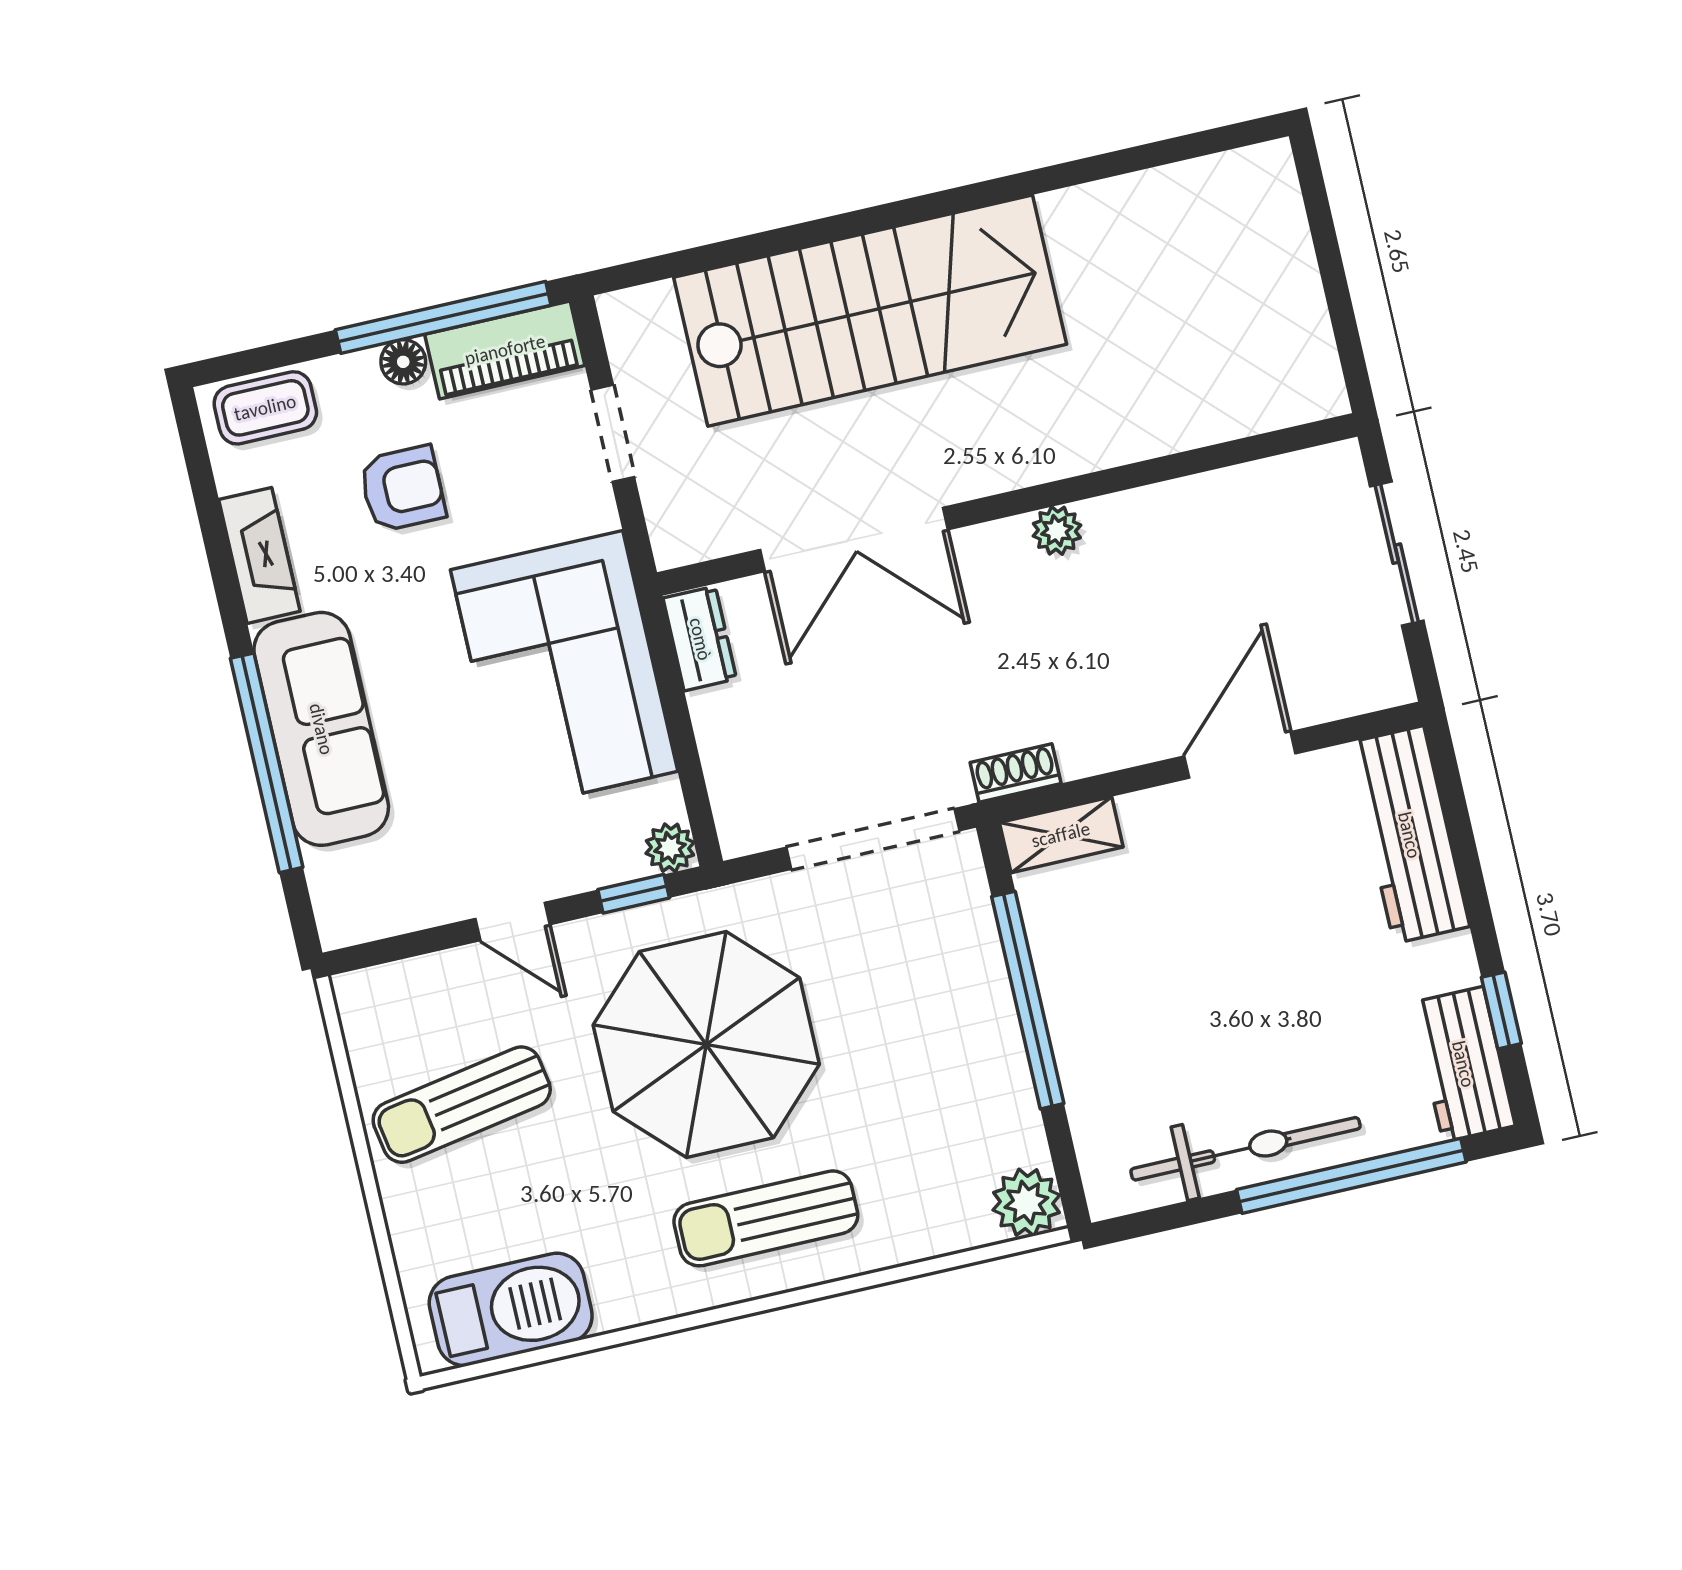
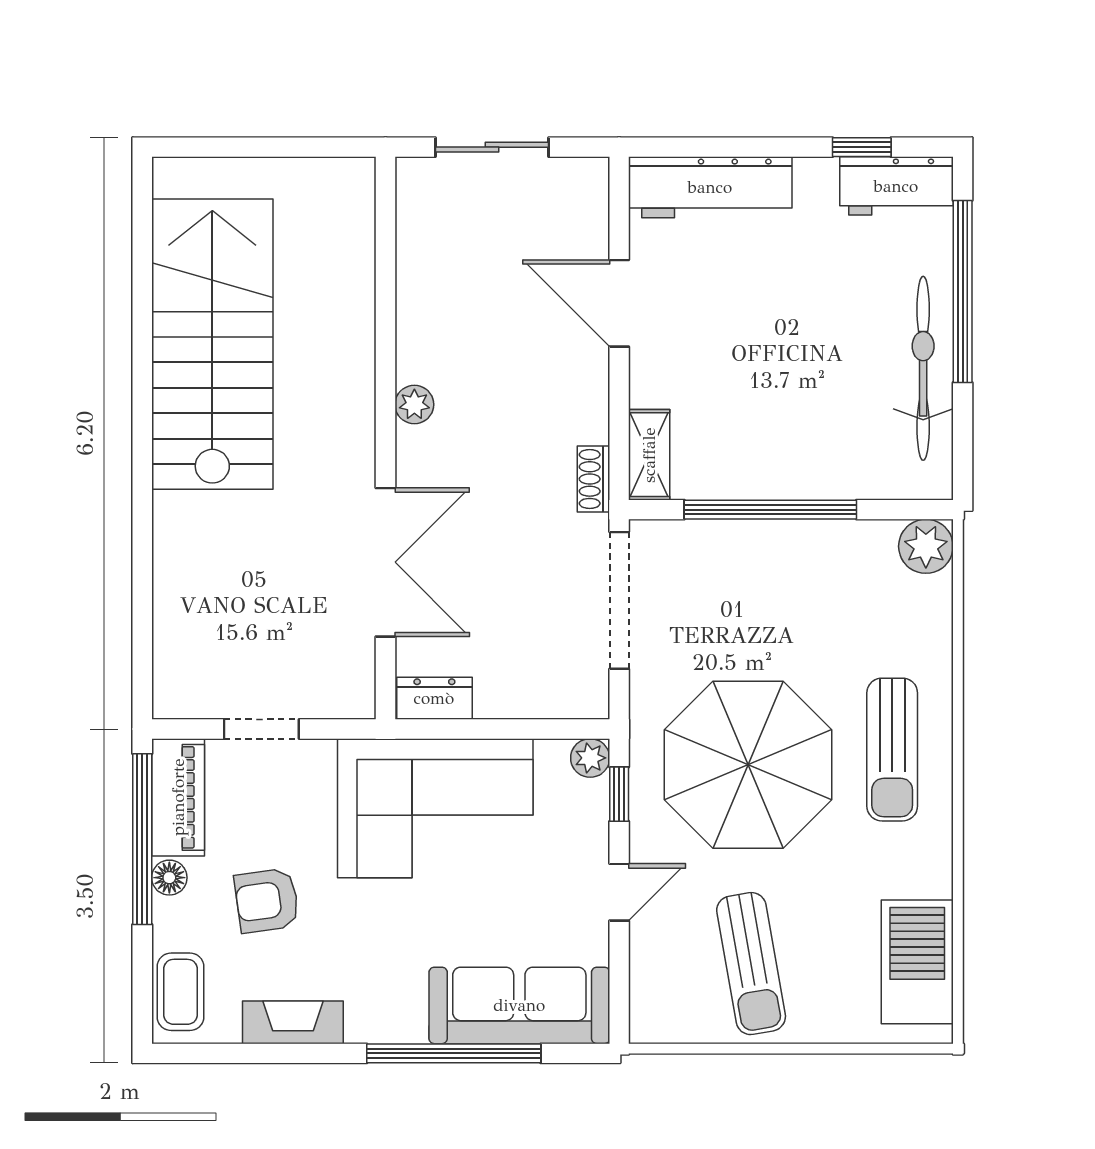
stairs: (870, 311) -> (212, 344), moved
armchair: (402, 489) -> (267, 901), turned -98
sofa: (321, 729) -> (519, 1005), moved

